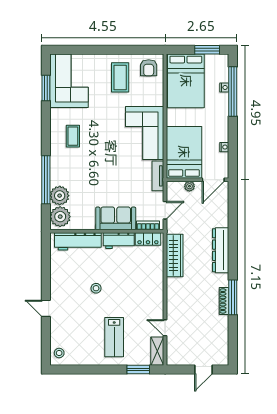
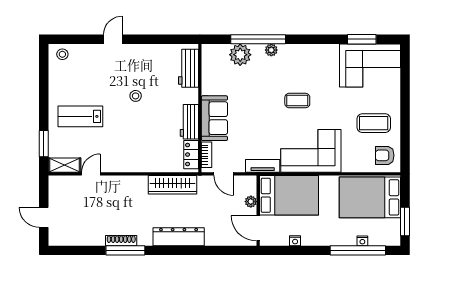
coffee table: (73, 136) -> (297, 101), moved
plant: (60, 217) -> (271, 50), moved, width x0.53, depth x0.53
workbench: (78, 241) -> (189, 68), width x0.73

